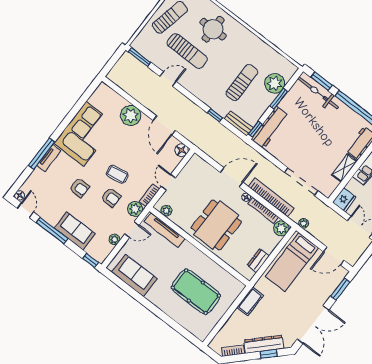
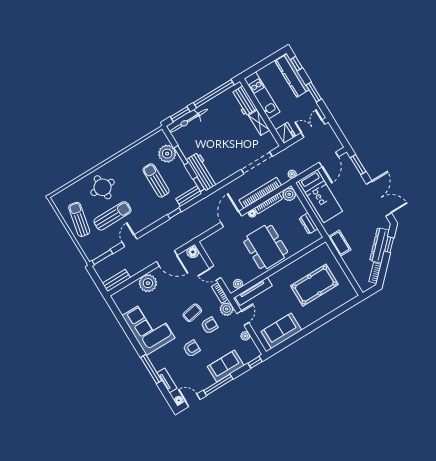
bench: (121, 81) -> (116, 280), added
tv unit: (49, 158) -> (167, 380), moved

